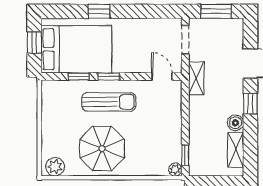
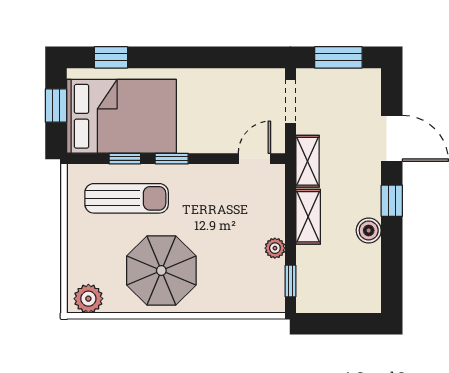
window: (99, 11) -> (111, 57), moved
door: (162, 77) -> (254, 159), hinge flipped
sun lounger: (109, 102) -> (127, 198), moved
shelving: (236, 150) -> (308, 217), moved
plant: (175, 169) -> (275, 248), moved

